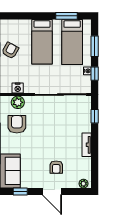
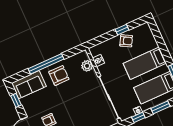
armchair: (17, 124) -> (59, 75), moved

